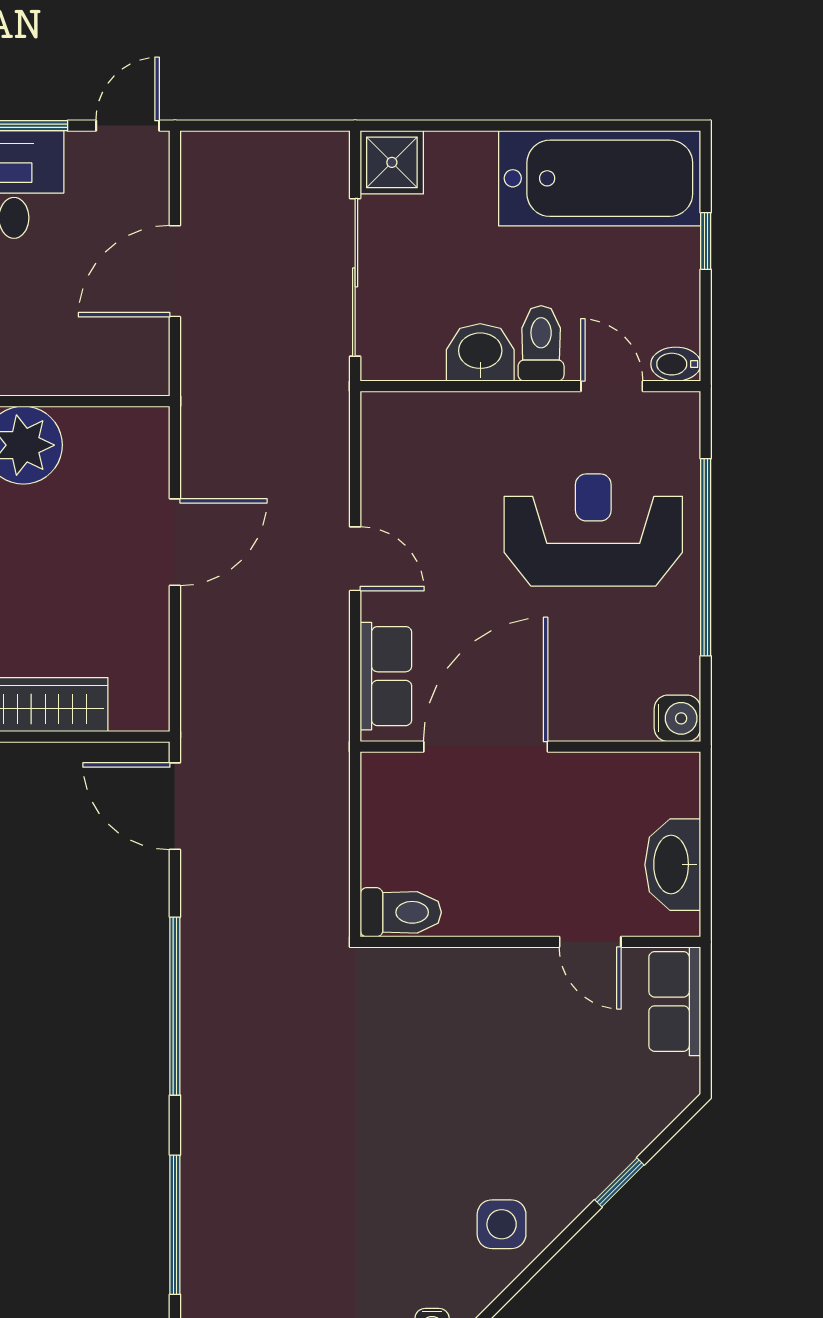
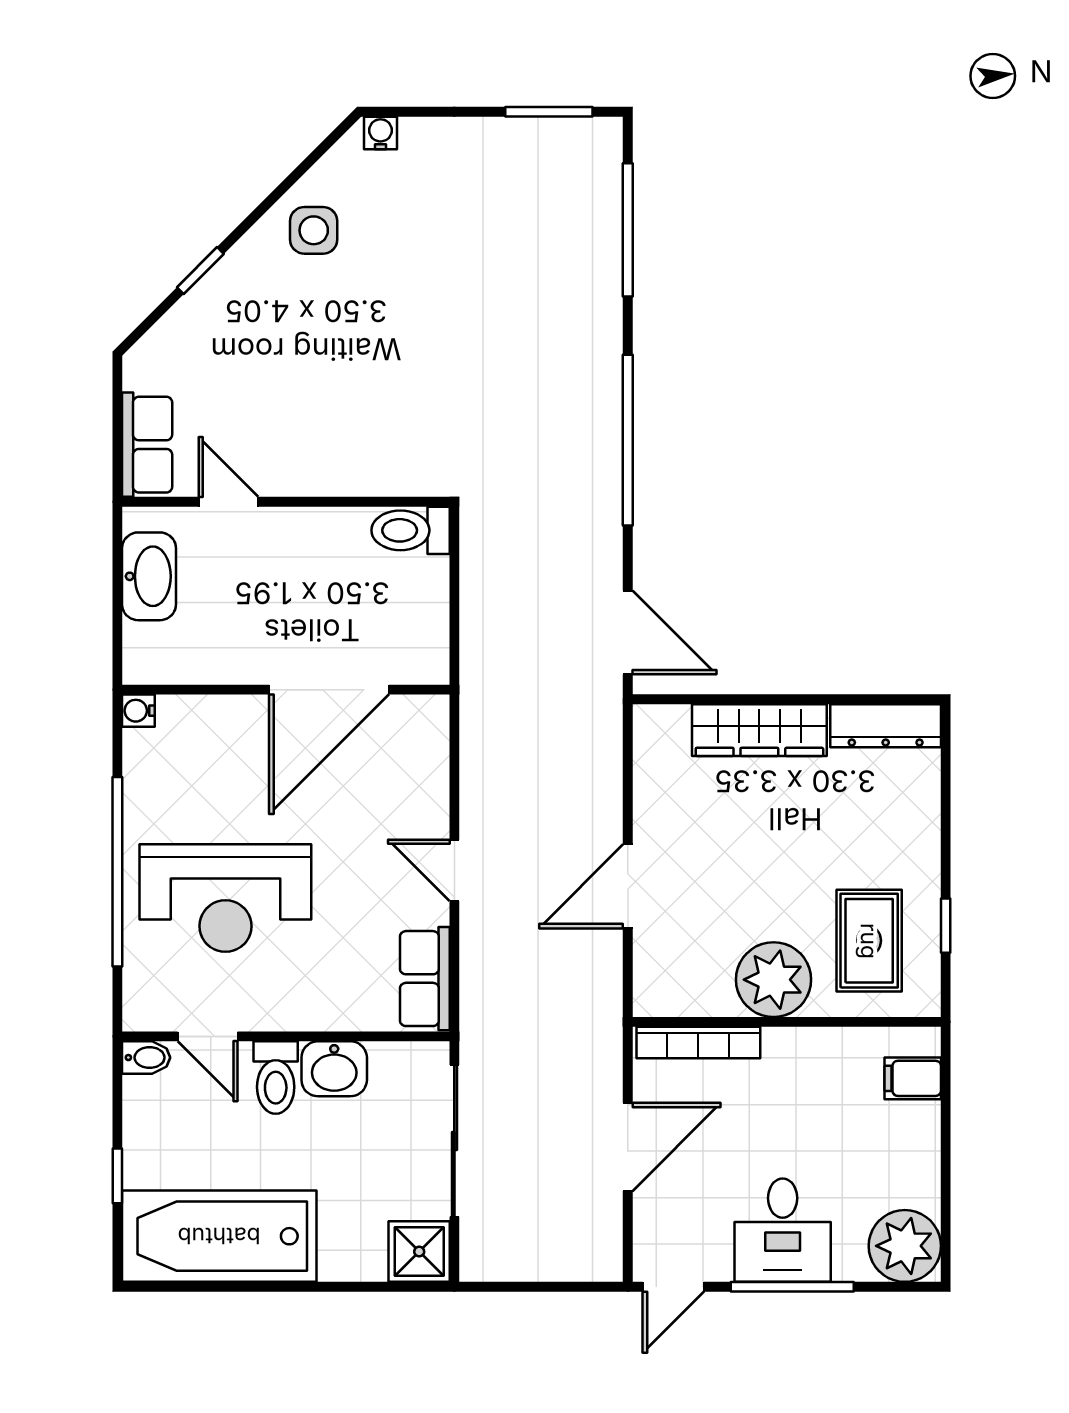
bookcase: (101, 380) -> (698, 1043), added
row of seats: (386, 676) -> (425, 979), moved
water cooler: (677, 718) -> (138, 711), width x0.72, depth x0.72

